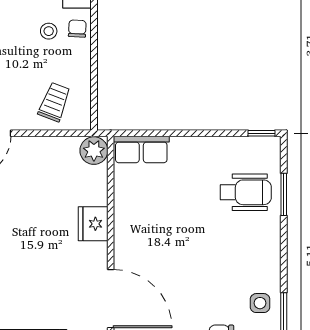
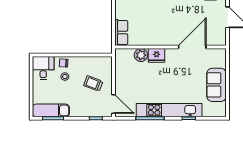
trolley: (54, 102) -> (93, 83), moved
plant: (94, 151) -> (141, 55), moved

